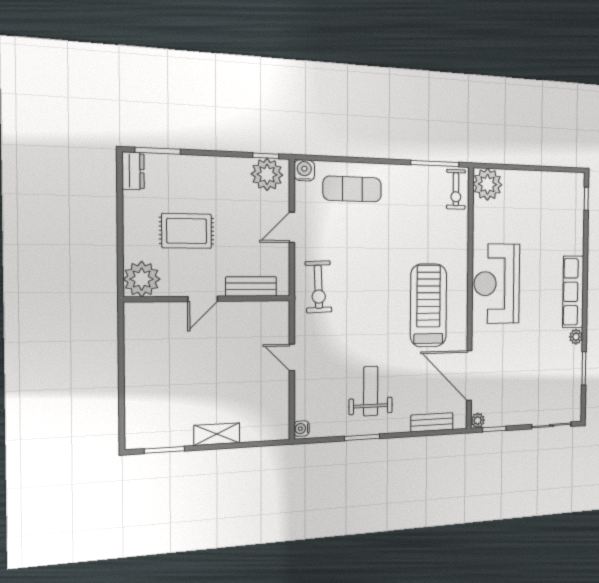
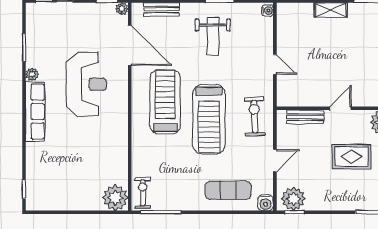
treadmill: (376, 283) -> (209, 119), added
reception desk: (497, 284) -> (86, 84), moved
treadmill: (429, 305) -> (165, 102), turned 180

